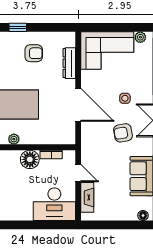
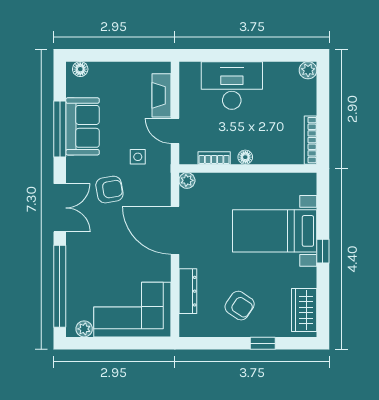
armchair: (34, 53) -> (240, 306), turned -146
side table: (125, 98) -> (138, 157), moved
plant: (14, 139) -> (187, 180), moved
floor lamp: (30, 159) -> (245, 157), width x0.53, depth x0.53
desk: (54, 204) -> (232, 85), moved

